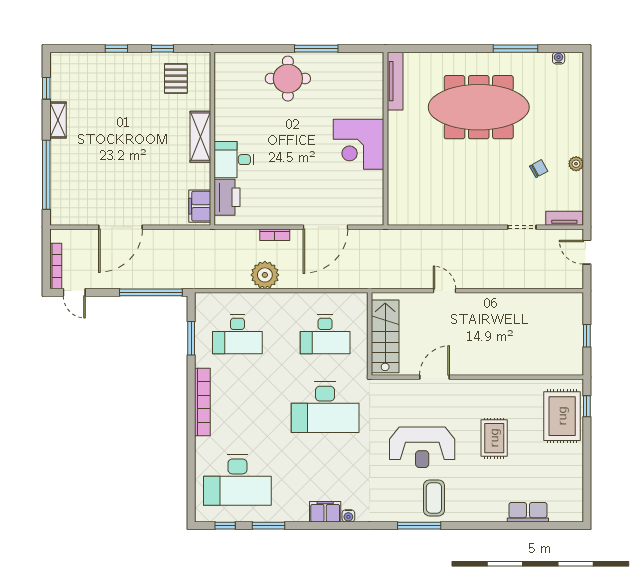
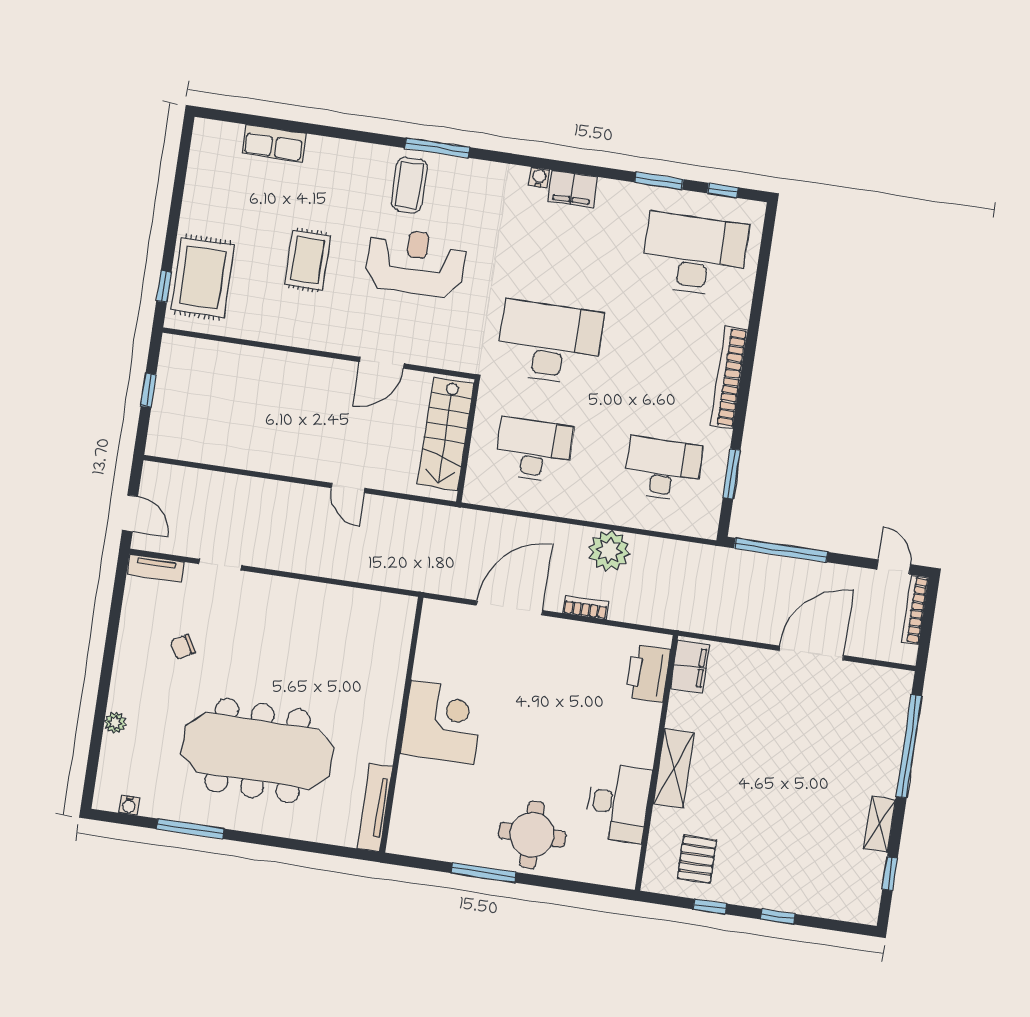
desk: (234, 160) -> (618, 803), moved, width x1.37
plant: (576, 164) -> (115, 723), moved

